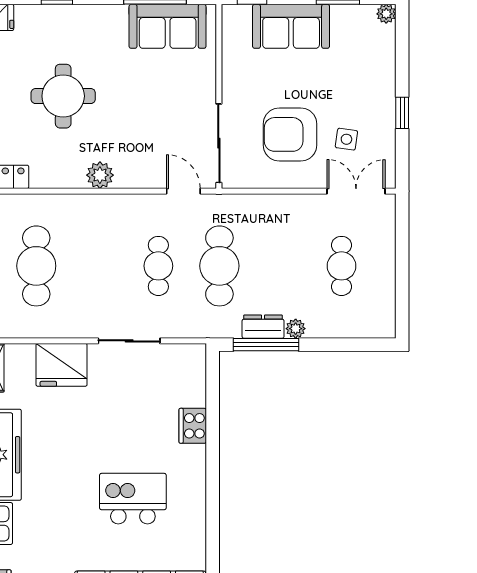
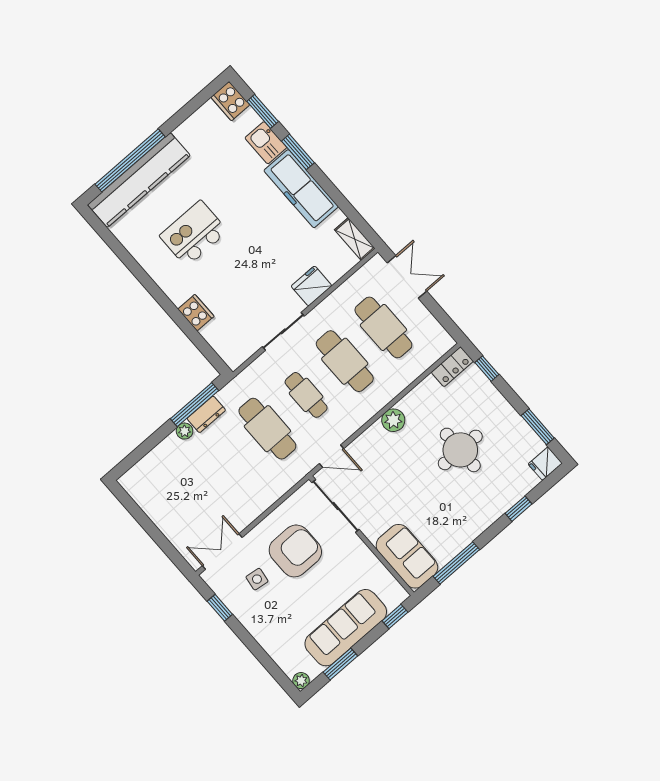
sofa: (168, 26) -> (407, 556), moved, turned 90
sofa: (291, 26) -> (346, 628), width x1.36
window: (402, 113) -> (220, 608), moved
double door: (356, 191) -> (222, 552), swing flipped
cafe table: (342, 266) -> (345, 361), moved, width x1.37, depth x1.35
fridge: (62, 365) -> (312, 286), width x0.73, depth x0.75
kitchen island: (133, 499) -> (194, 233), turned 180

